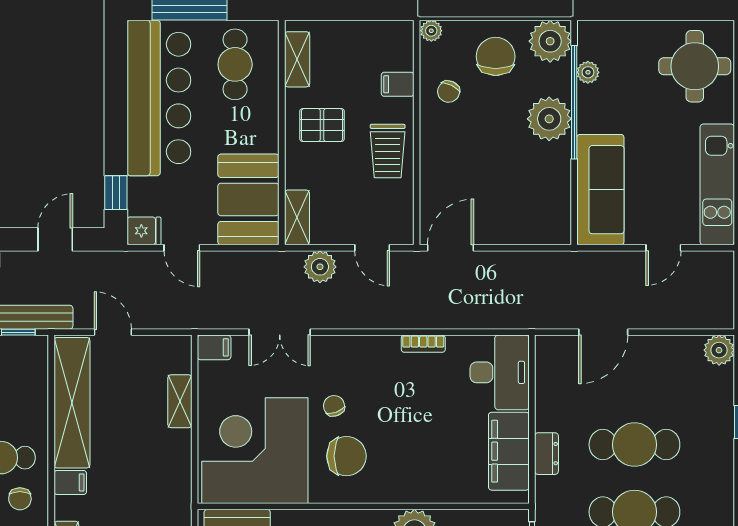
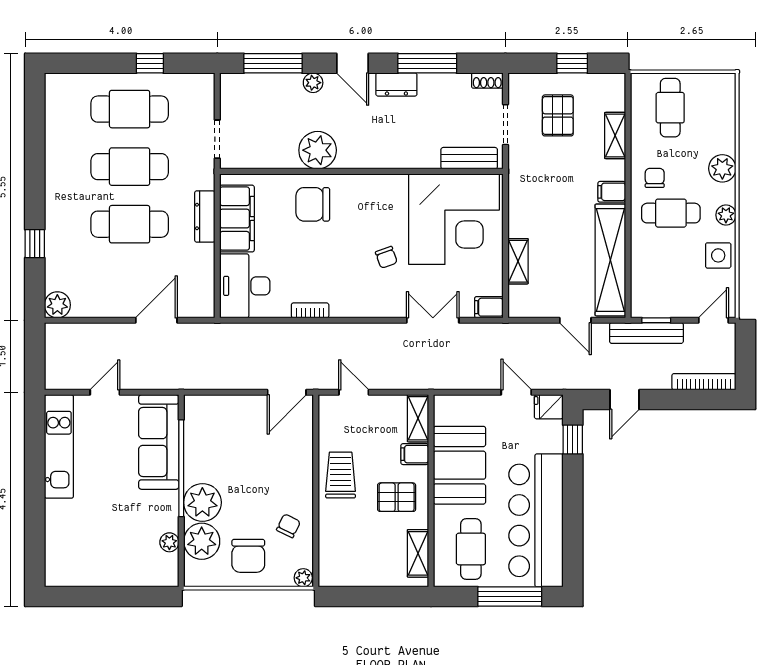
plant: (550, 41) -> (202, 541), moved
round table: (695, 66) -> (78, 547), removed
filing cabinet: (398, 84) -> (415, 454), moved, turned 180
window: (574, 102) -> (181, 468), moved
booth: (248, 199) -> (459, 465), moved
plant: (320, 267) -> (398, 376), removed
dresser: (546, 454) -> (205, 216), width x1.44
chair: (346, 456) -> (313, 204), moved

